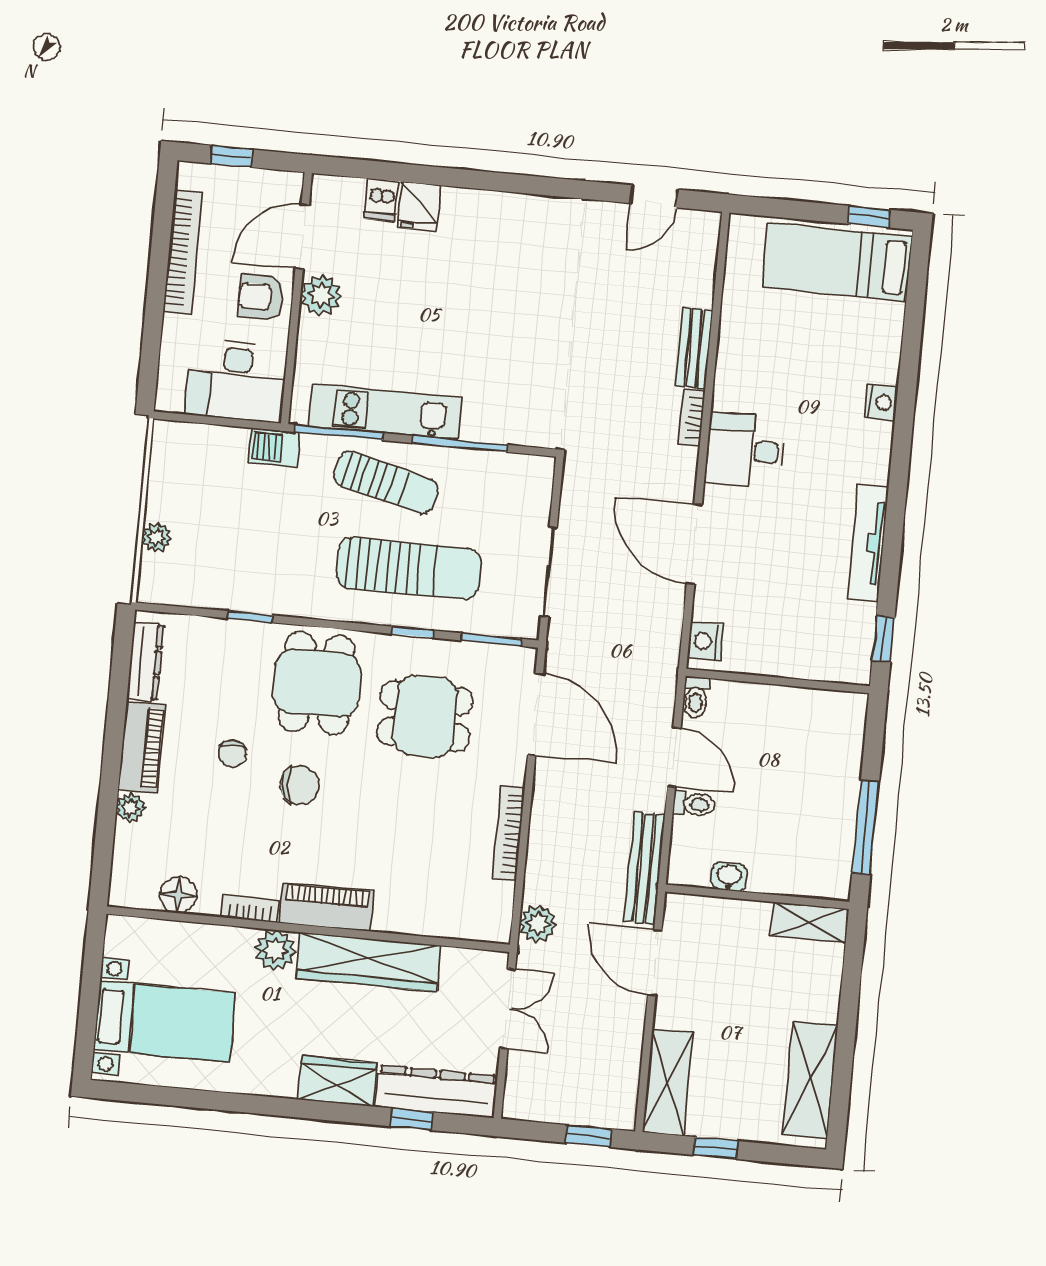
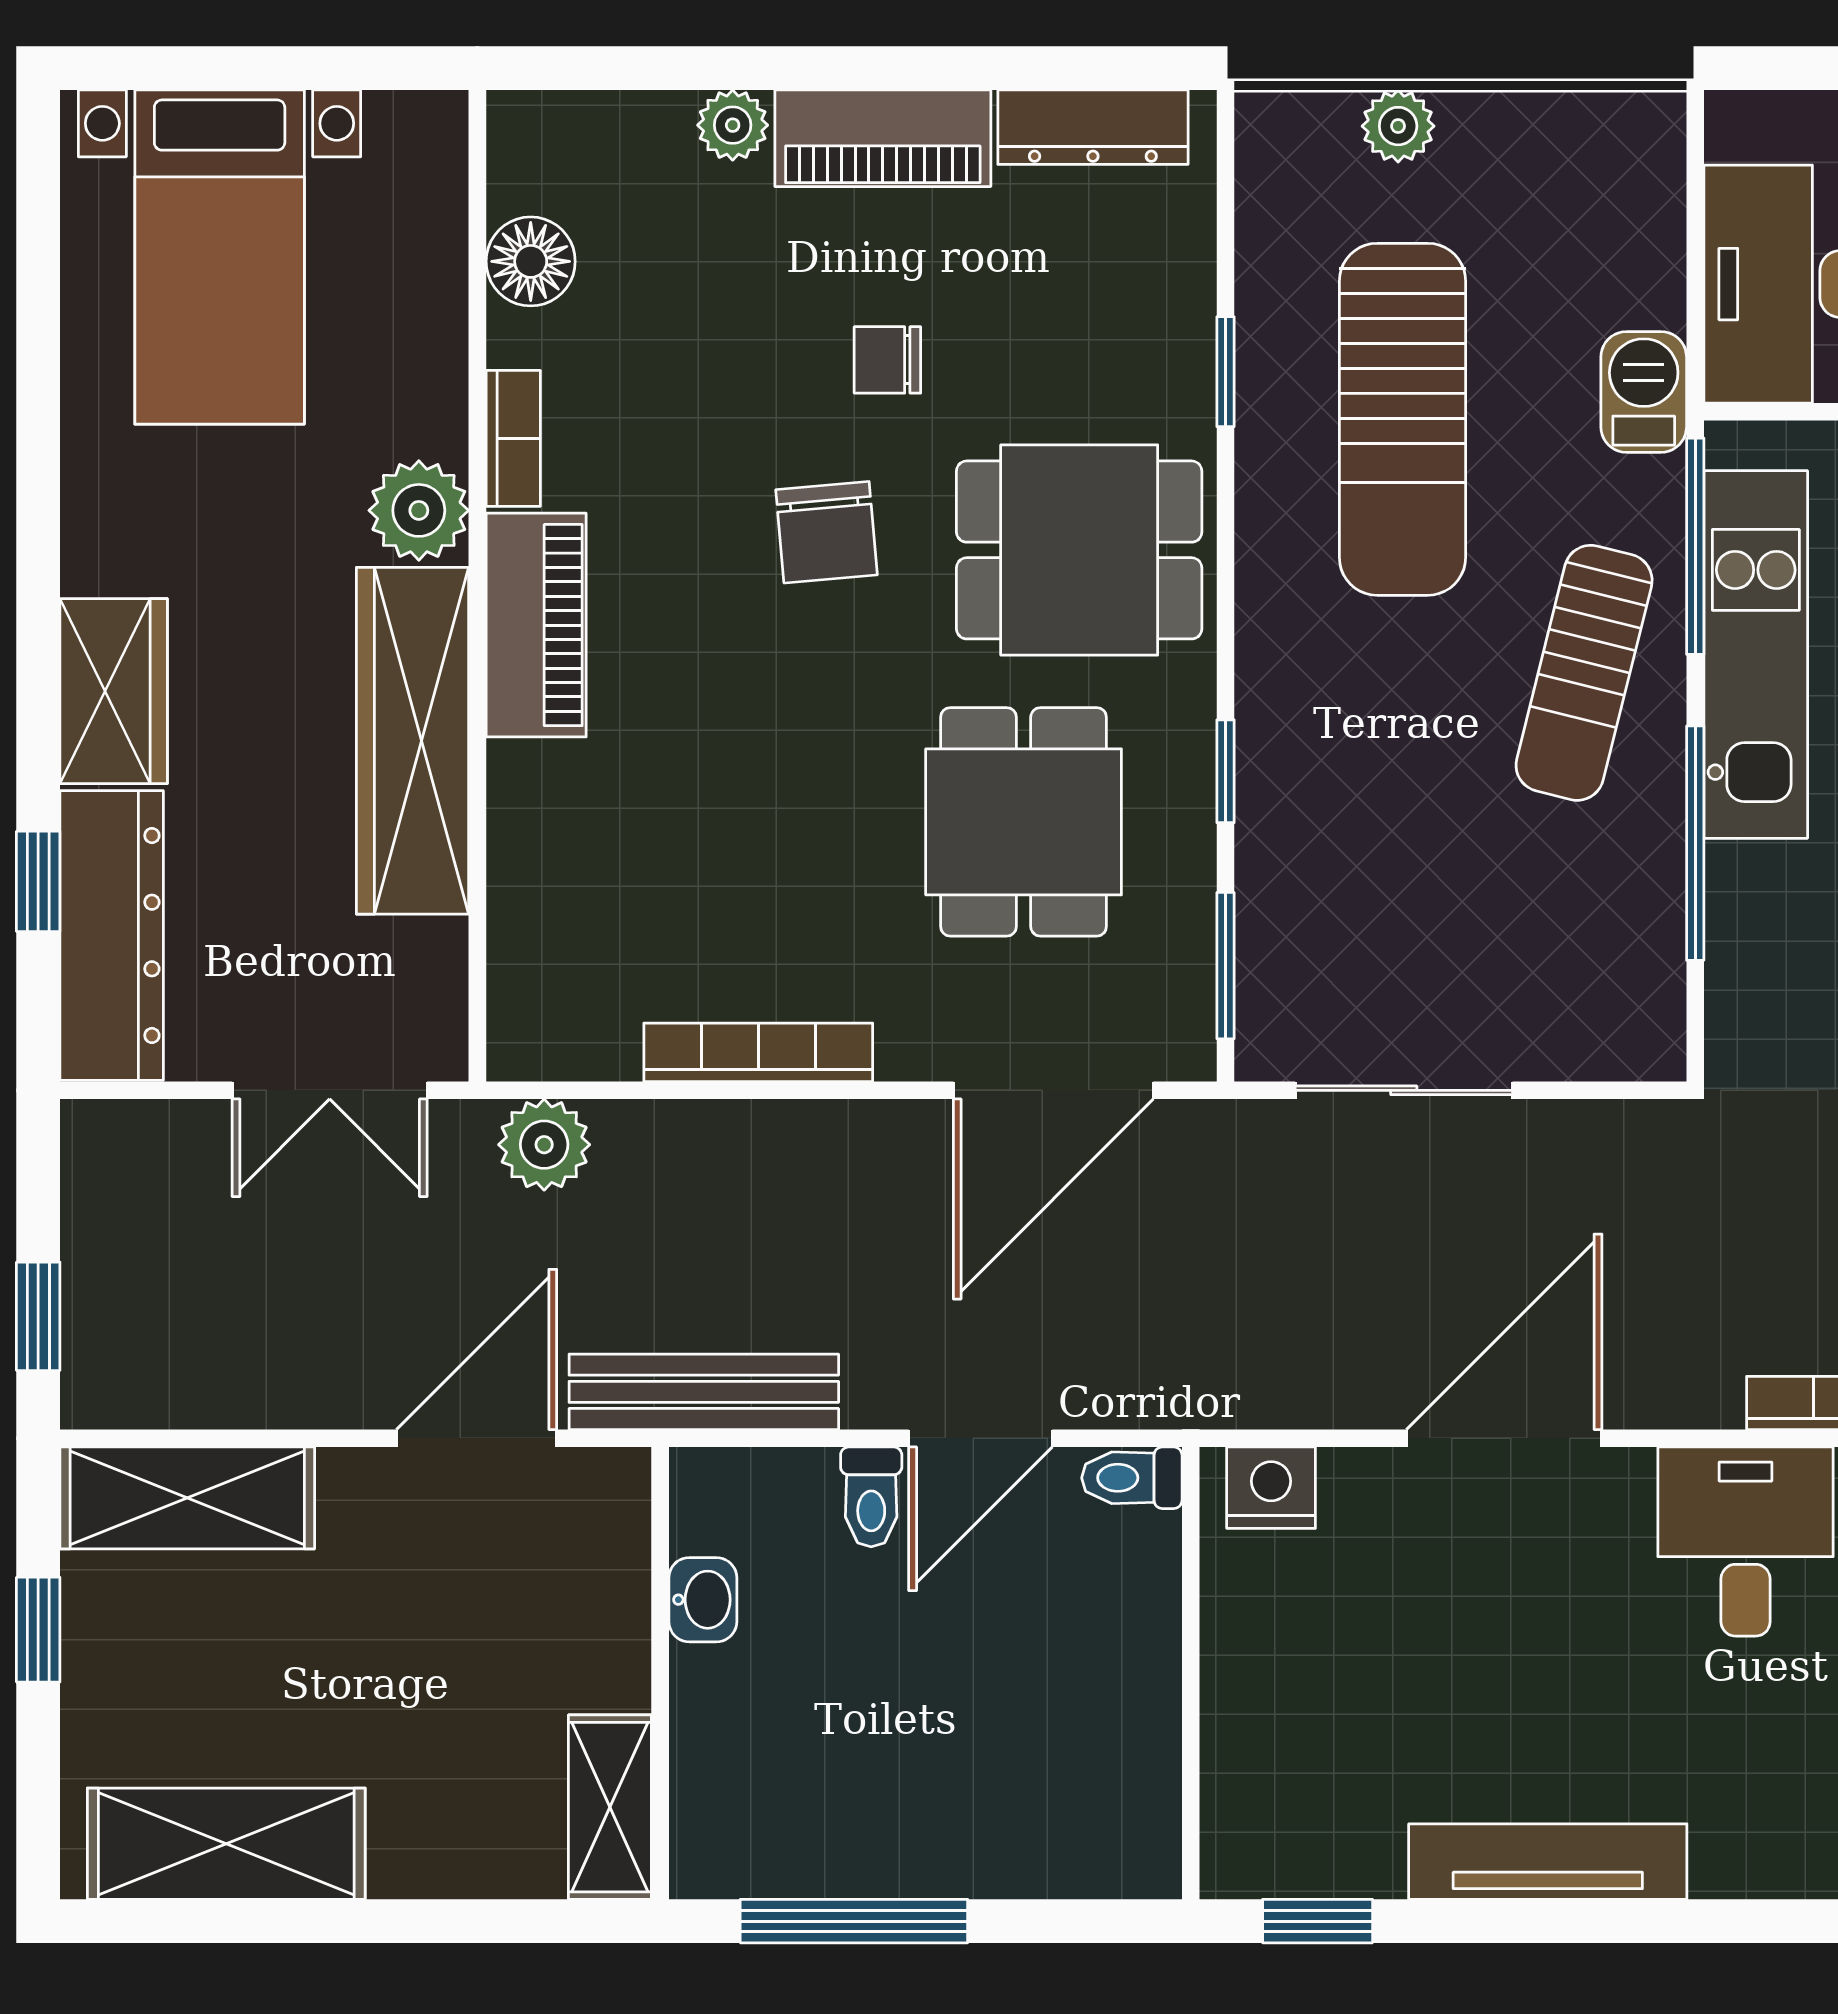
sun lounger: (409, 568) -> (1402, 419), moved

